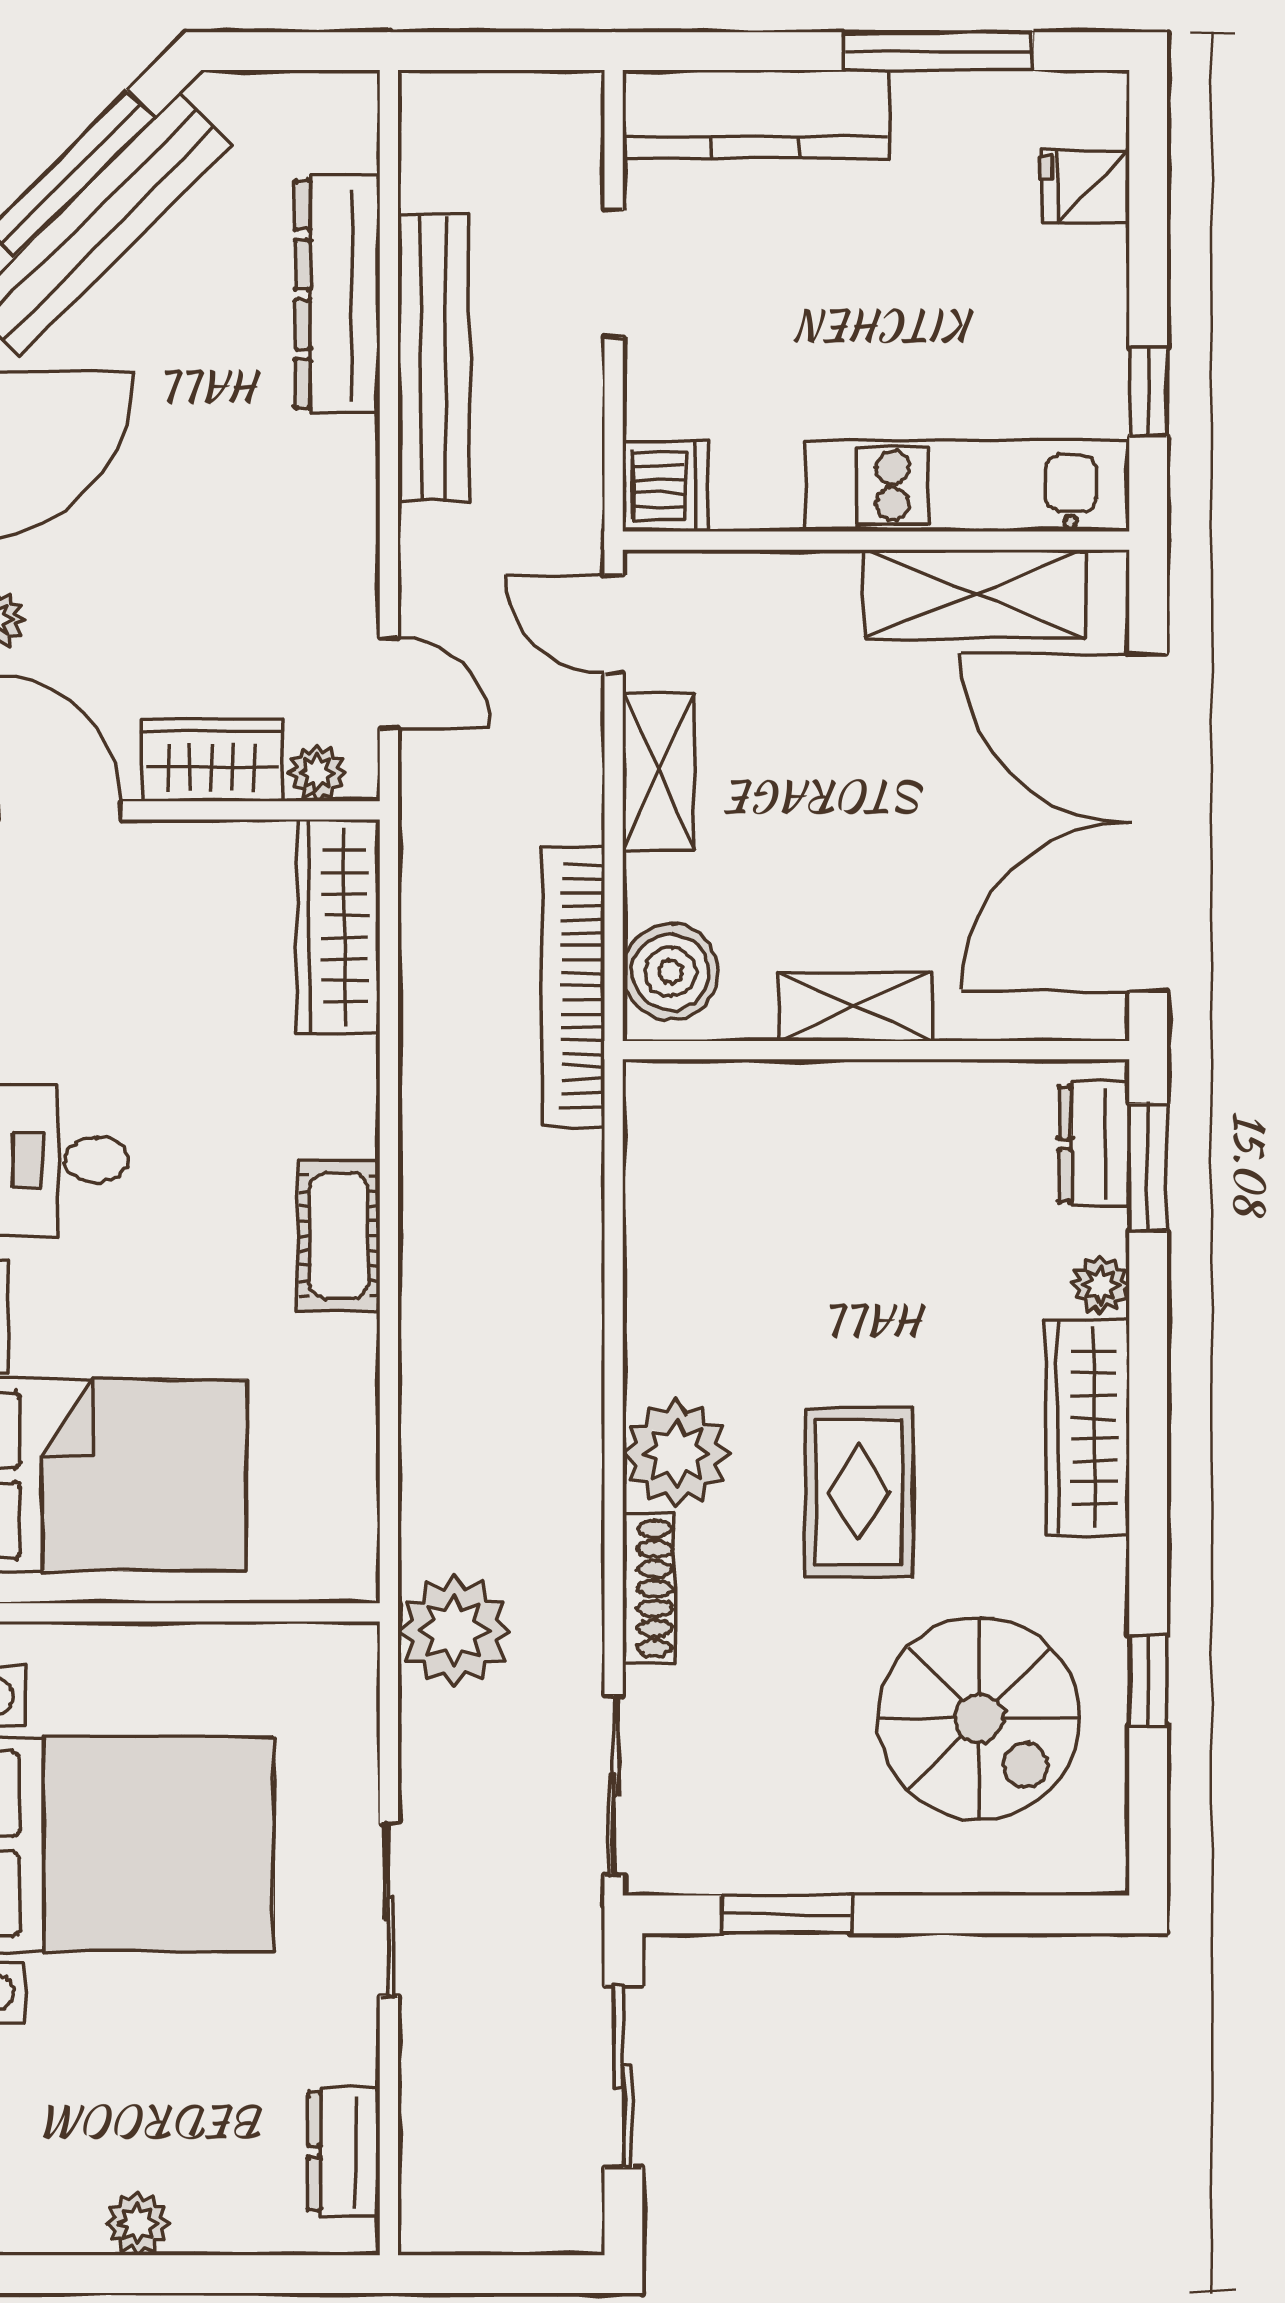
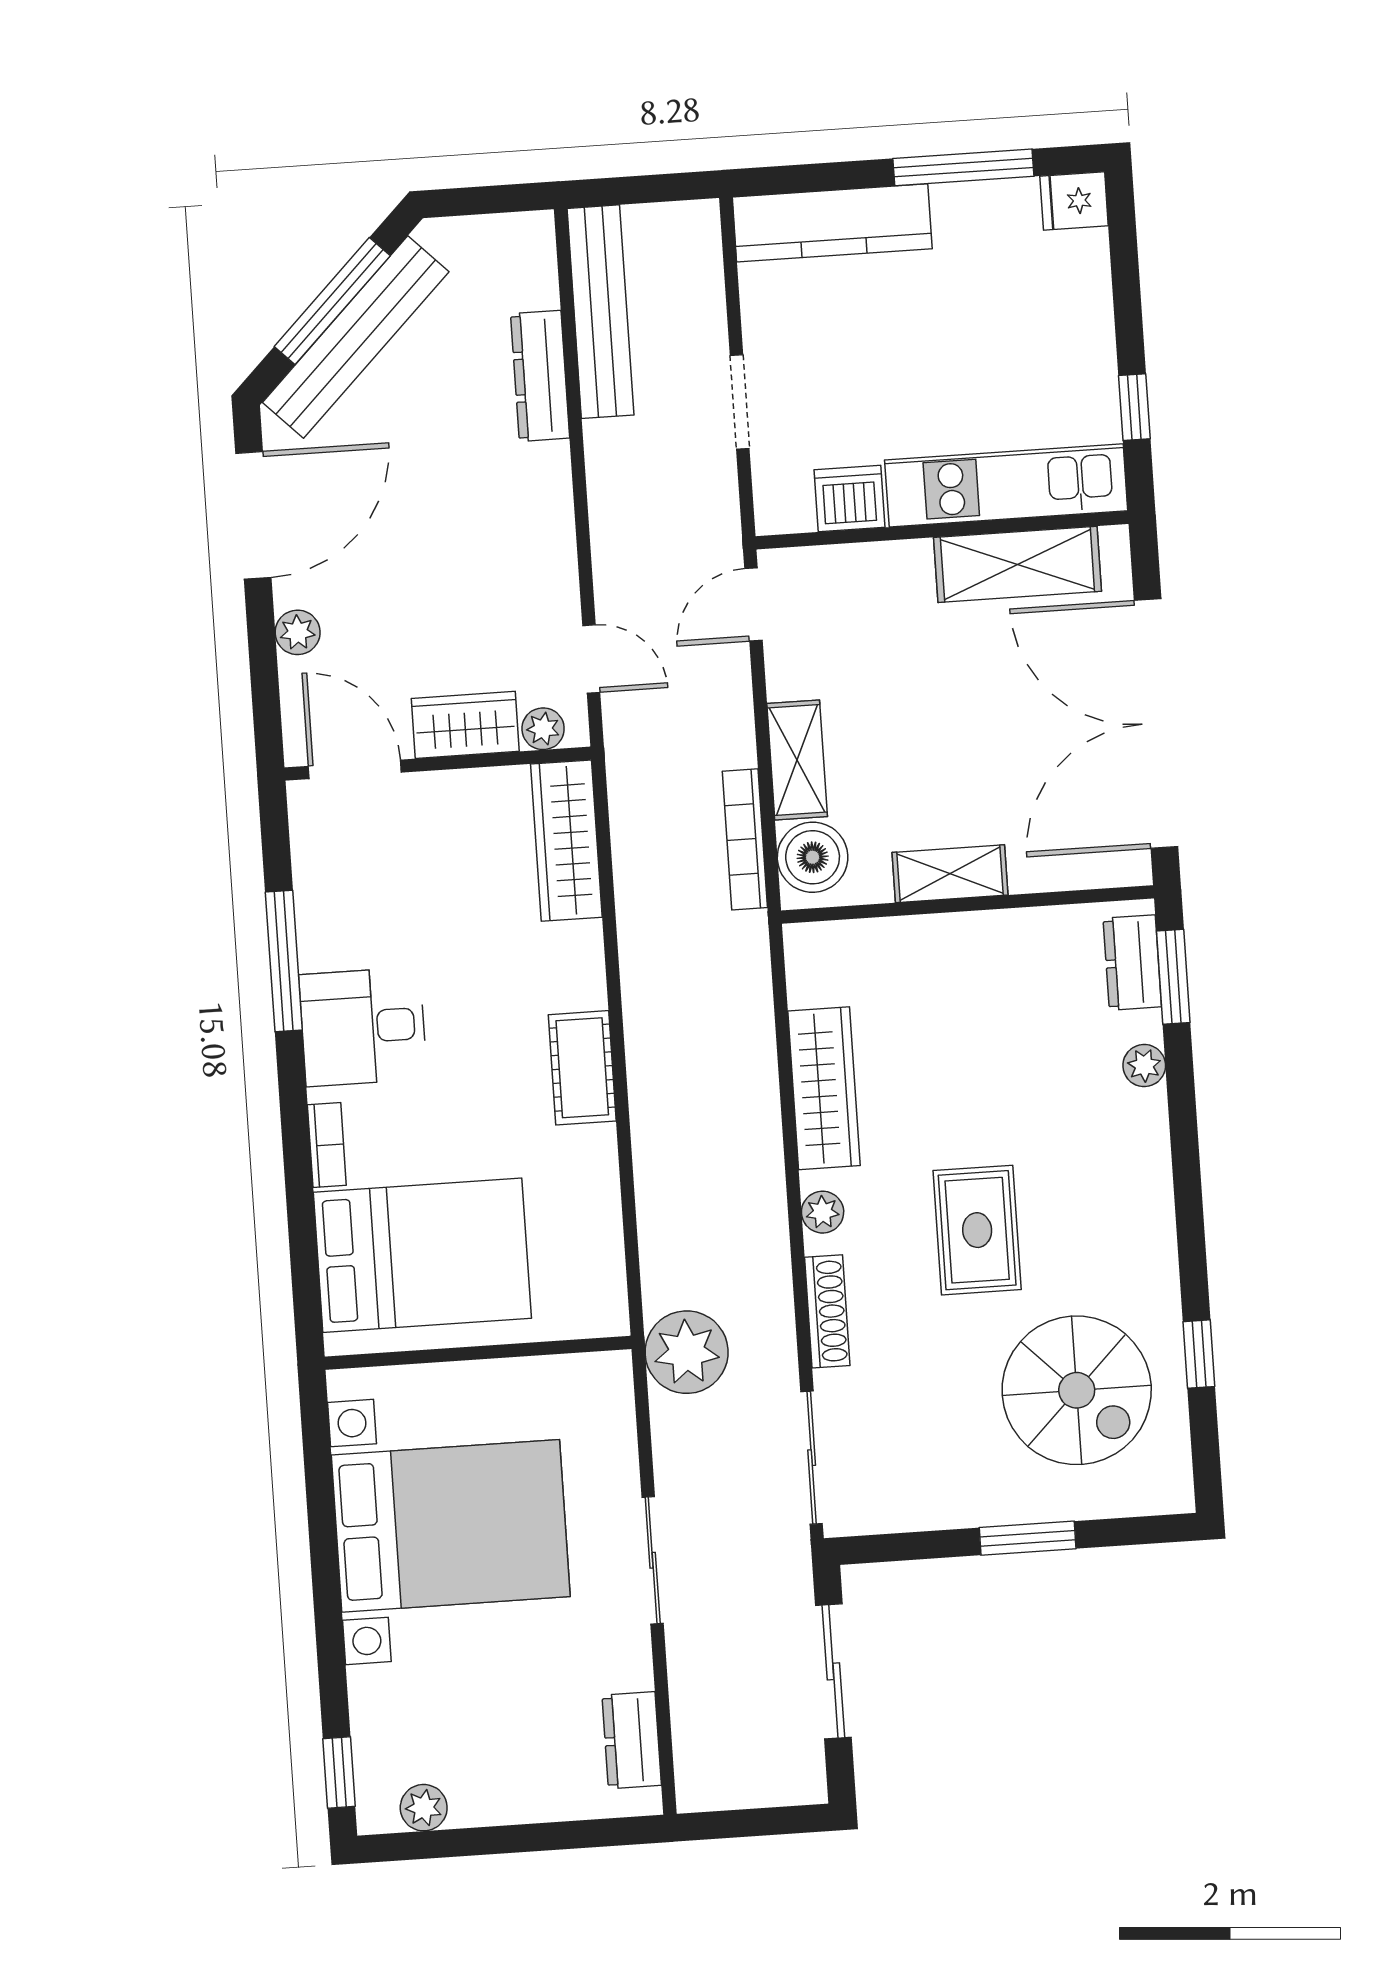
fridge: (1085, 187) -> (1074, 201), moved
doorway: (614, 274) -> (740, 402), moved
dresser: (337, 294) -> (540, 376), width x0.73, depth x0.80
bench: (433, 358) -> (600, 312), moved
dishwasher: (665, 486) -> (849, 498), moved, turned -90
door: (614, 624) -> (753, 605), hinge flipped
shelving: (658, 772) -> (797, 760), moved
bookcase: (573, 987) -> (745, 839), width x0.68, depth x0.76
wardrobe: (1087, 1428) -> (824, 1088), moved, turned 180
plant: (676, 1454) -> (823, 1212), width x0.53, depth x0.53
window: (787, 1914) -> (1028, 1538), moved
plant: (138, 2224) -> (424, 1808), moved

